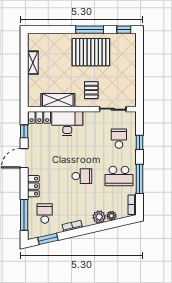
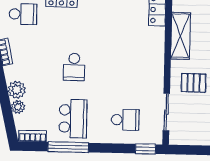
desk: (67, 123) -> (148, 48), removed
window: (139, 142) -> (145, 149), moved
school desk: (119, 176) -> (73, 119), turned 180

